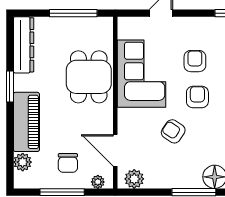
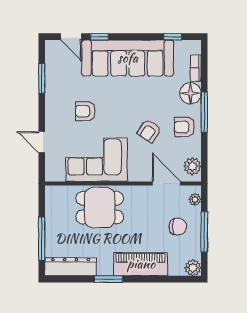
window: (73, 13) -> (42, 239), moved
armchair: (197, 97) -> (184, 127), moved
door: (115, 150) -> (166, 183), swing flipped
plant: (23, 162) -> (193, 268), moved

